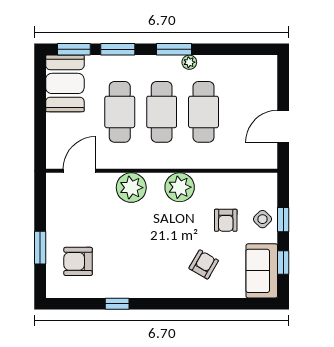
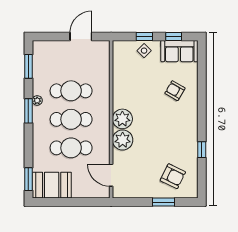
window: (118, 49) -> (28, 66), moved
door: (283, 126) -> (81, 37), swing flipped
plant: (180, 187) -> (122, 119), moved
armchair: (226, 220) -> (145, 76), removed
armchair: (78, 261) -> (173, 176), turned -64

